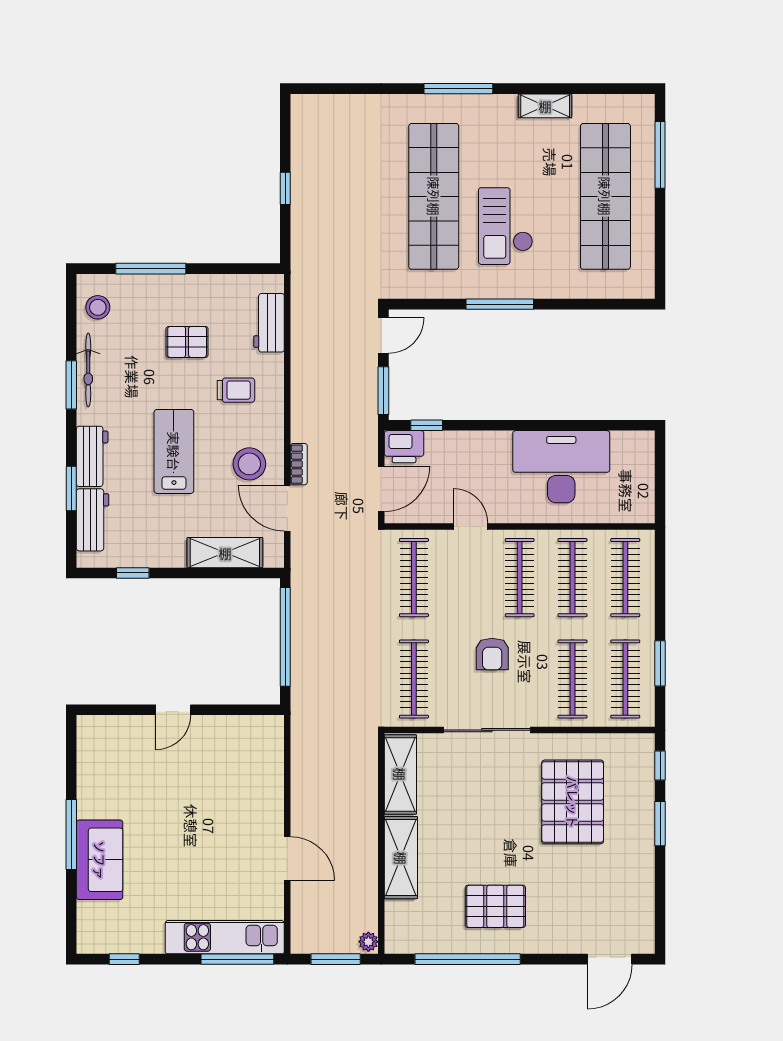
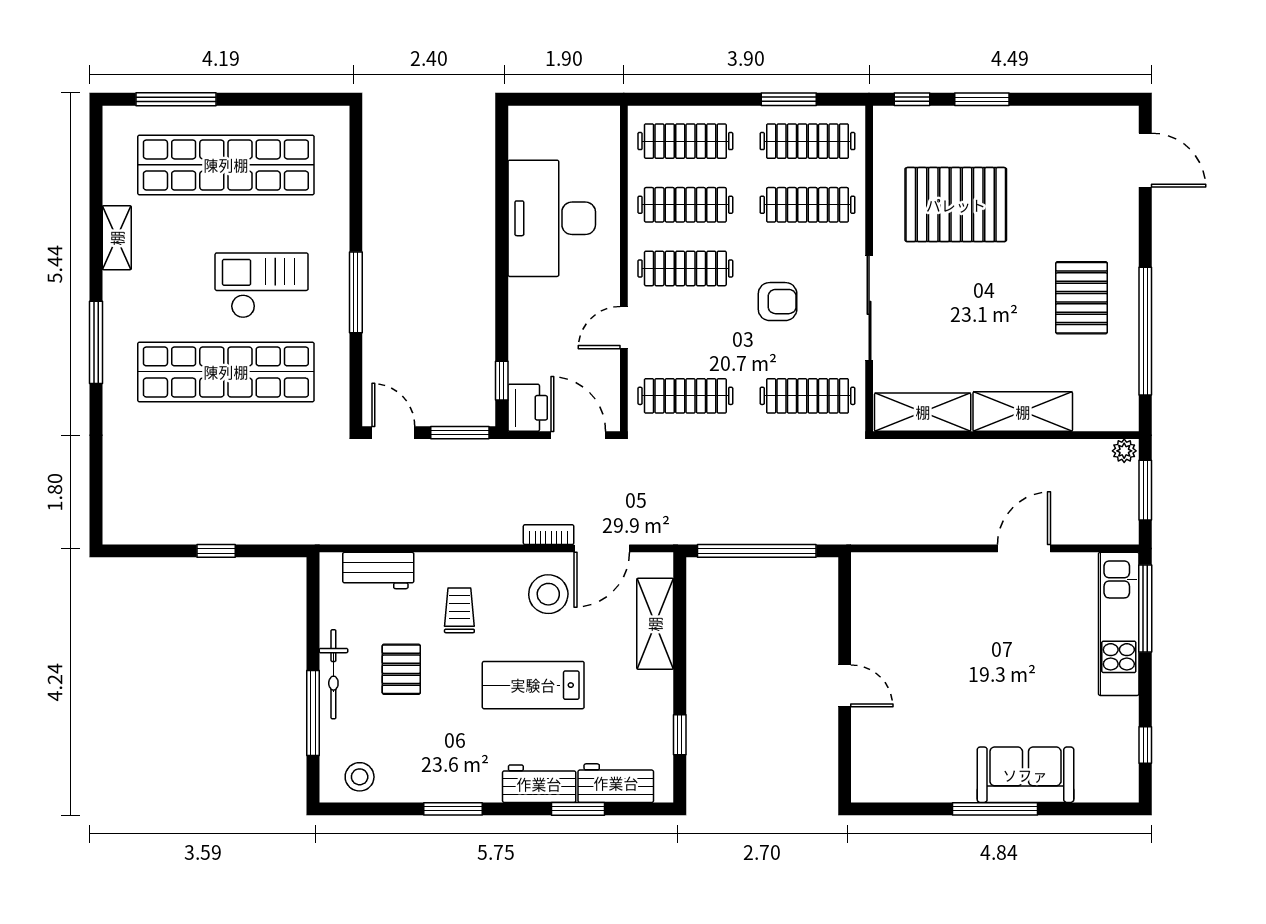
checkout: (506, 226) -> (262, 285), turned 180
bicycle: (88, 370) -> (333, 674), moved, turned 90

